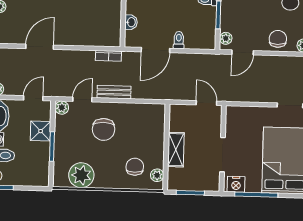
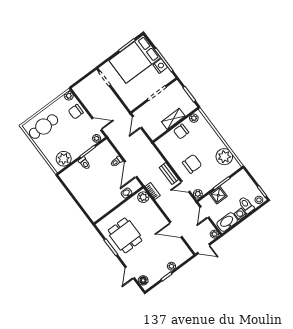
plant: (110, 39) -> (143, 197), added
door: (155, 50) -> (131, 169), swing flipped
door: (33, 98) -> (205, 212), hinge flipped
chair: (135, 167) -> (181, 132), moved
nightstand: (236, 184) -> (160, 66), moved

